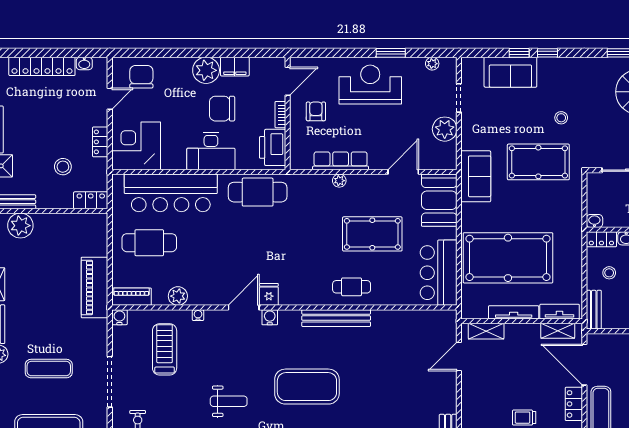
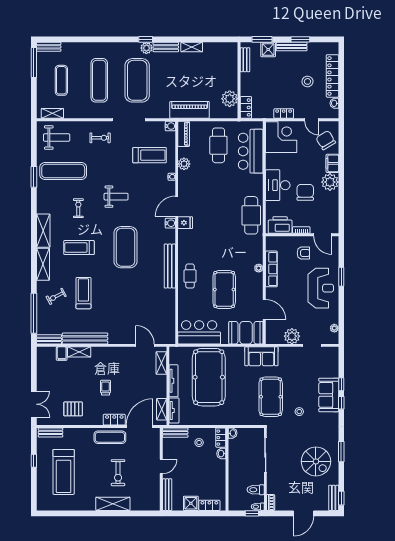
window: (391, 53) -> (341, 277), moved
filing cabinet: (235, 67) -> (332, 163), moved
sofa: (510, 72) -> (329, 395), moved
chair: (141, 77) -> (326, 140), turned -121
stool: (63, 167) -> (307, 81), moved
bar counter: (171, 193) -> (251, 151), width x0.73
plant: (20, 226) -> (230, 99), moved
door: (244, 308) -> (177, 206), swing flipped
exercise mat: (49, 369) -> (137, 80), width x2.00, depth x1.45
weight bench: (229, 401) -> (116, 197), turned -90

